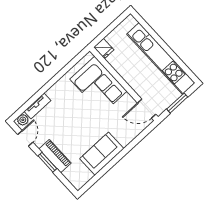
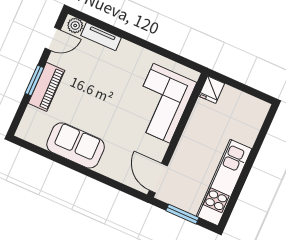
kitchen unit: (161, 59) -> (224, 182), width x0.73

